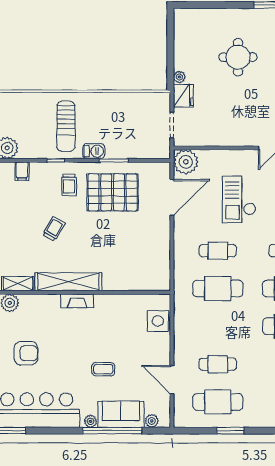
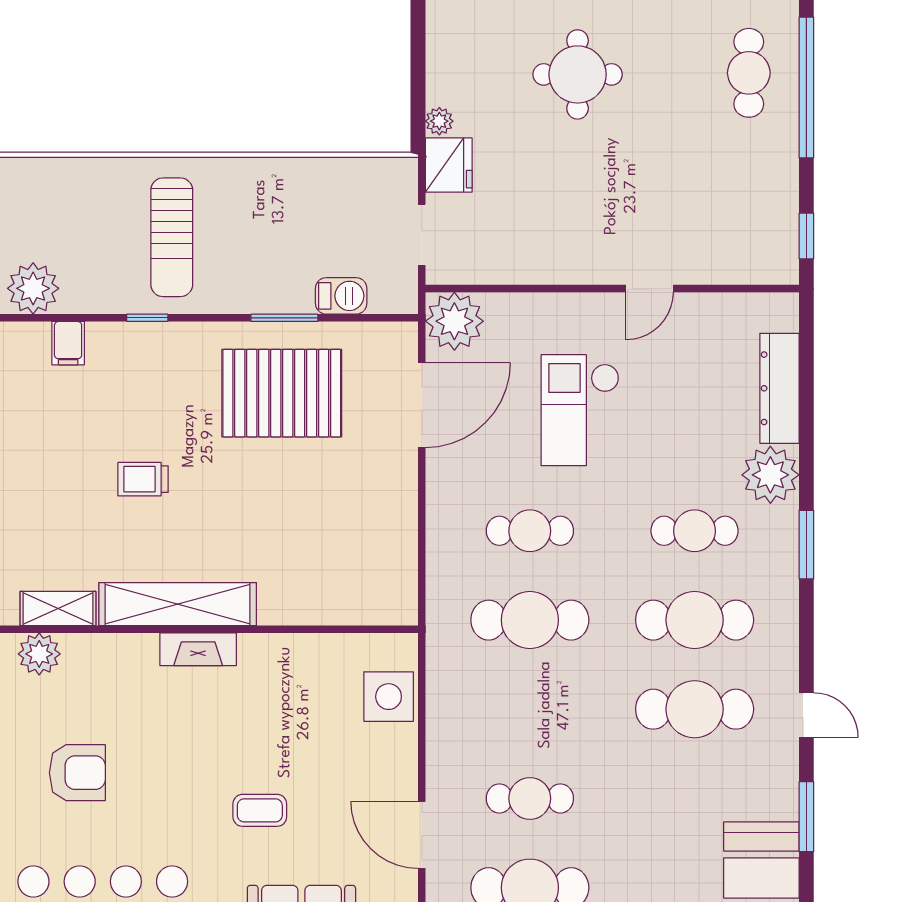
barbecue: (94, 151) -> (341, 296), moved
trolley: (69, 185) -> (179, 376), removed
trolley: (54, 229) -> (143, 479), turned -120

